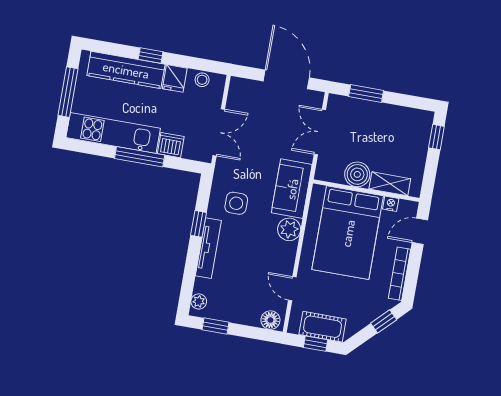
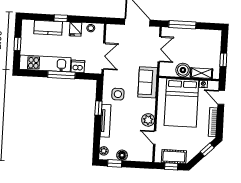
kitchen counter: (126, 70) -> (48, 28), width x0.67
window: (68, 92) -> (17, 44), width x0.46
window: (366, 93) -> (182, 25), width x1.44
double door: (320, 132) -> (159, 49), swing flipped
window: (436, 137) -> (223, 60), moved
plant: (289, 229) -> (148, 120), moved
door: (420, 231) -> (221, 97), hinge flipped
floor lamp: (270, 320) -> (122, 155), moved

